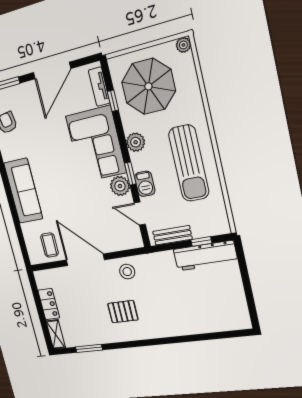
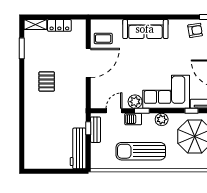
window: (201, 241) -> (88, 128), moved
stool: (127, 272) -> (75, 92), removed

